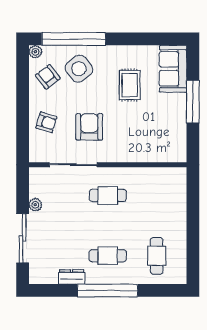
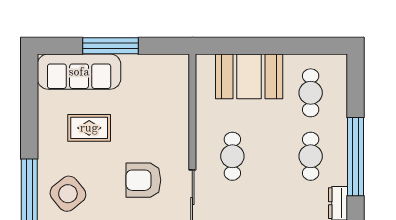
sofa: (173, 69) -> (79, 72), width x1.36
booth: (169, 208) -> (249, 76), added
cafe table: (157, 256) -> (311, 93), turned 90

